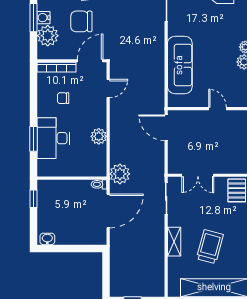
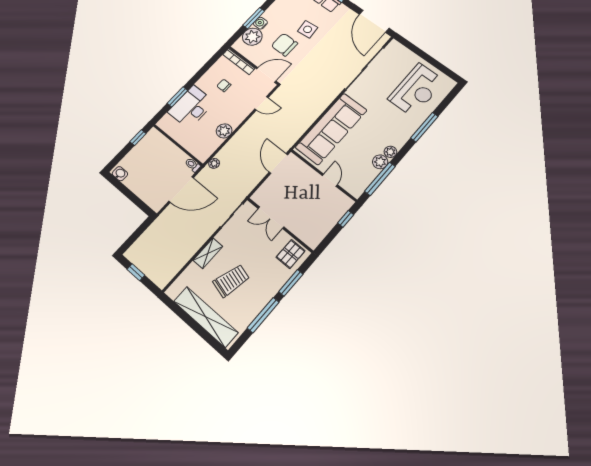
sofa: (180, 65) -> (331, 129), width x1.36, depth x1.27
plant: (120, 174) -> (214, 163), width x0.53, depth x0.53

